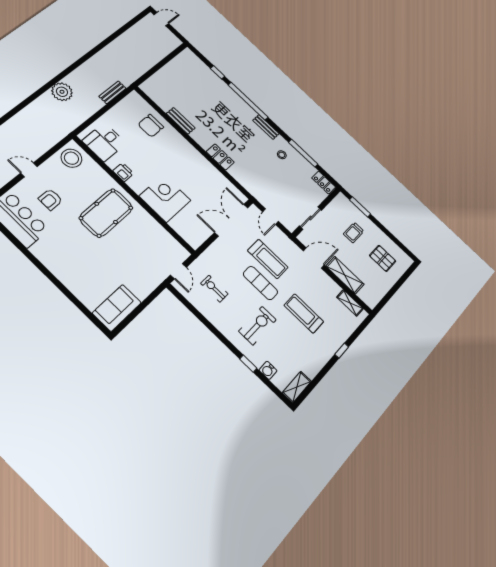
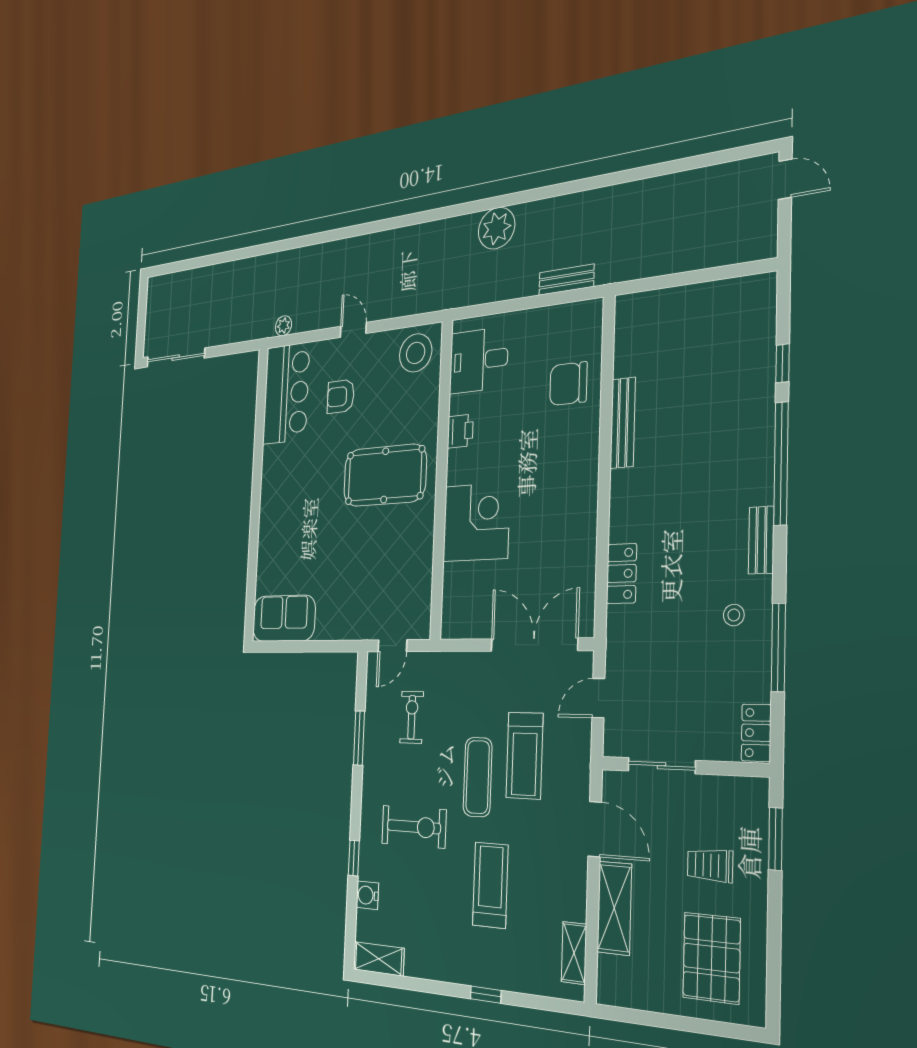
bench: (181, 121) -> (623, 423), width x1.36
locker: (220, 157) -> (622, 574), moved
pallet: (383, 258) -> (712, 958), width x1.50, depth x1.42
window: (202, 318) -> (359, 738), added

